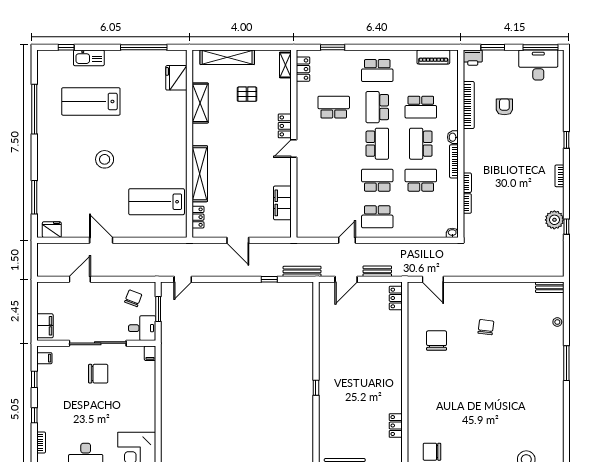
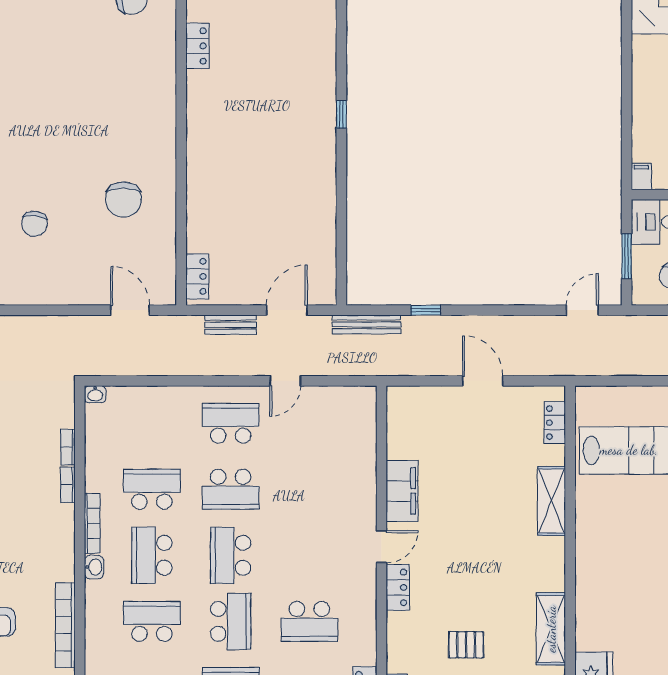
school desk: (421, 144) -> (152, 555), turned 180
shelving: (200, 174) -> (552, 501), width x0.68
school desk: (421, 180) -> (152, 489), turned 180
filing cabinet: (282, 203) -> (402, 491), moved

